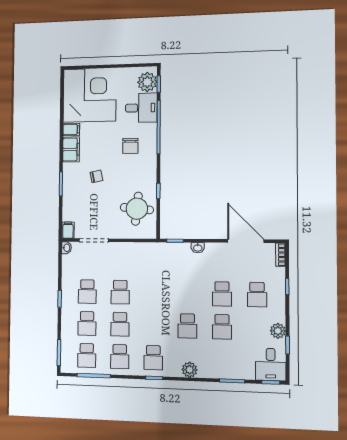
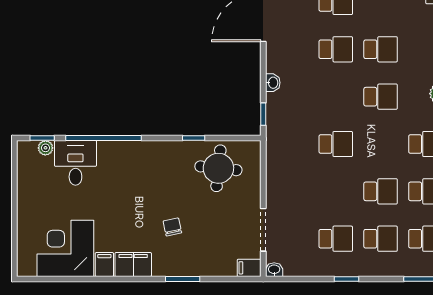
plant: (147, 82) -> (45, 148), width x0.53, depth x0.53
corner desk: (90, 95) -> (65, 248), width x0.74, depth x0.74
chair: (130, 146) -> (129, 178), removed
school desk: (120, 292) -> (336, 144), moved

